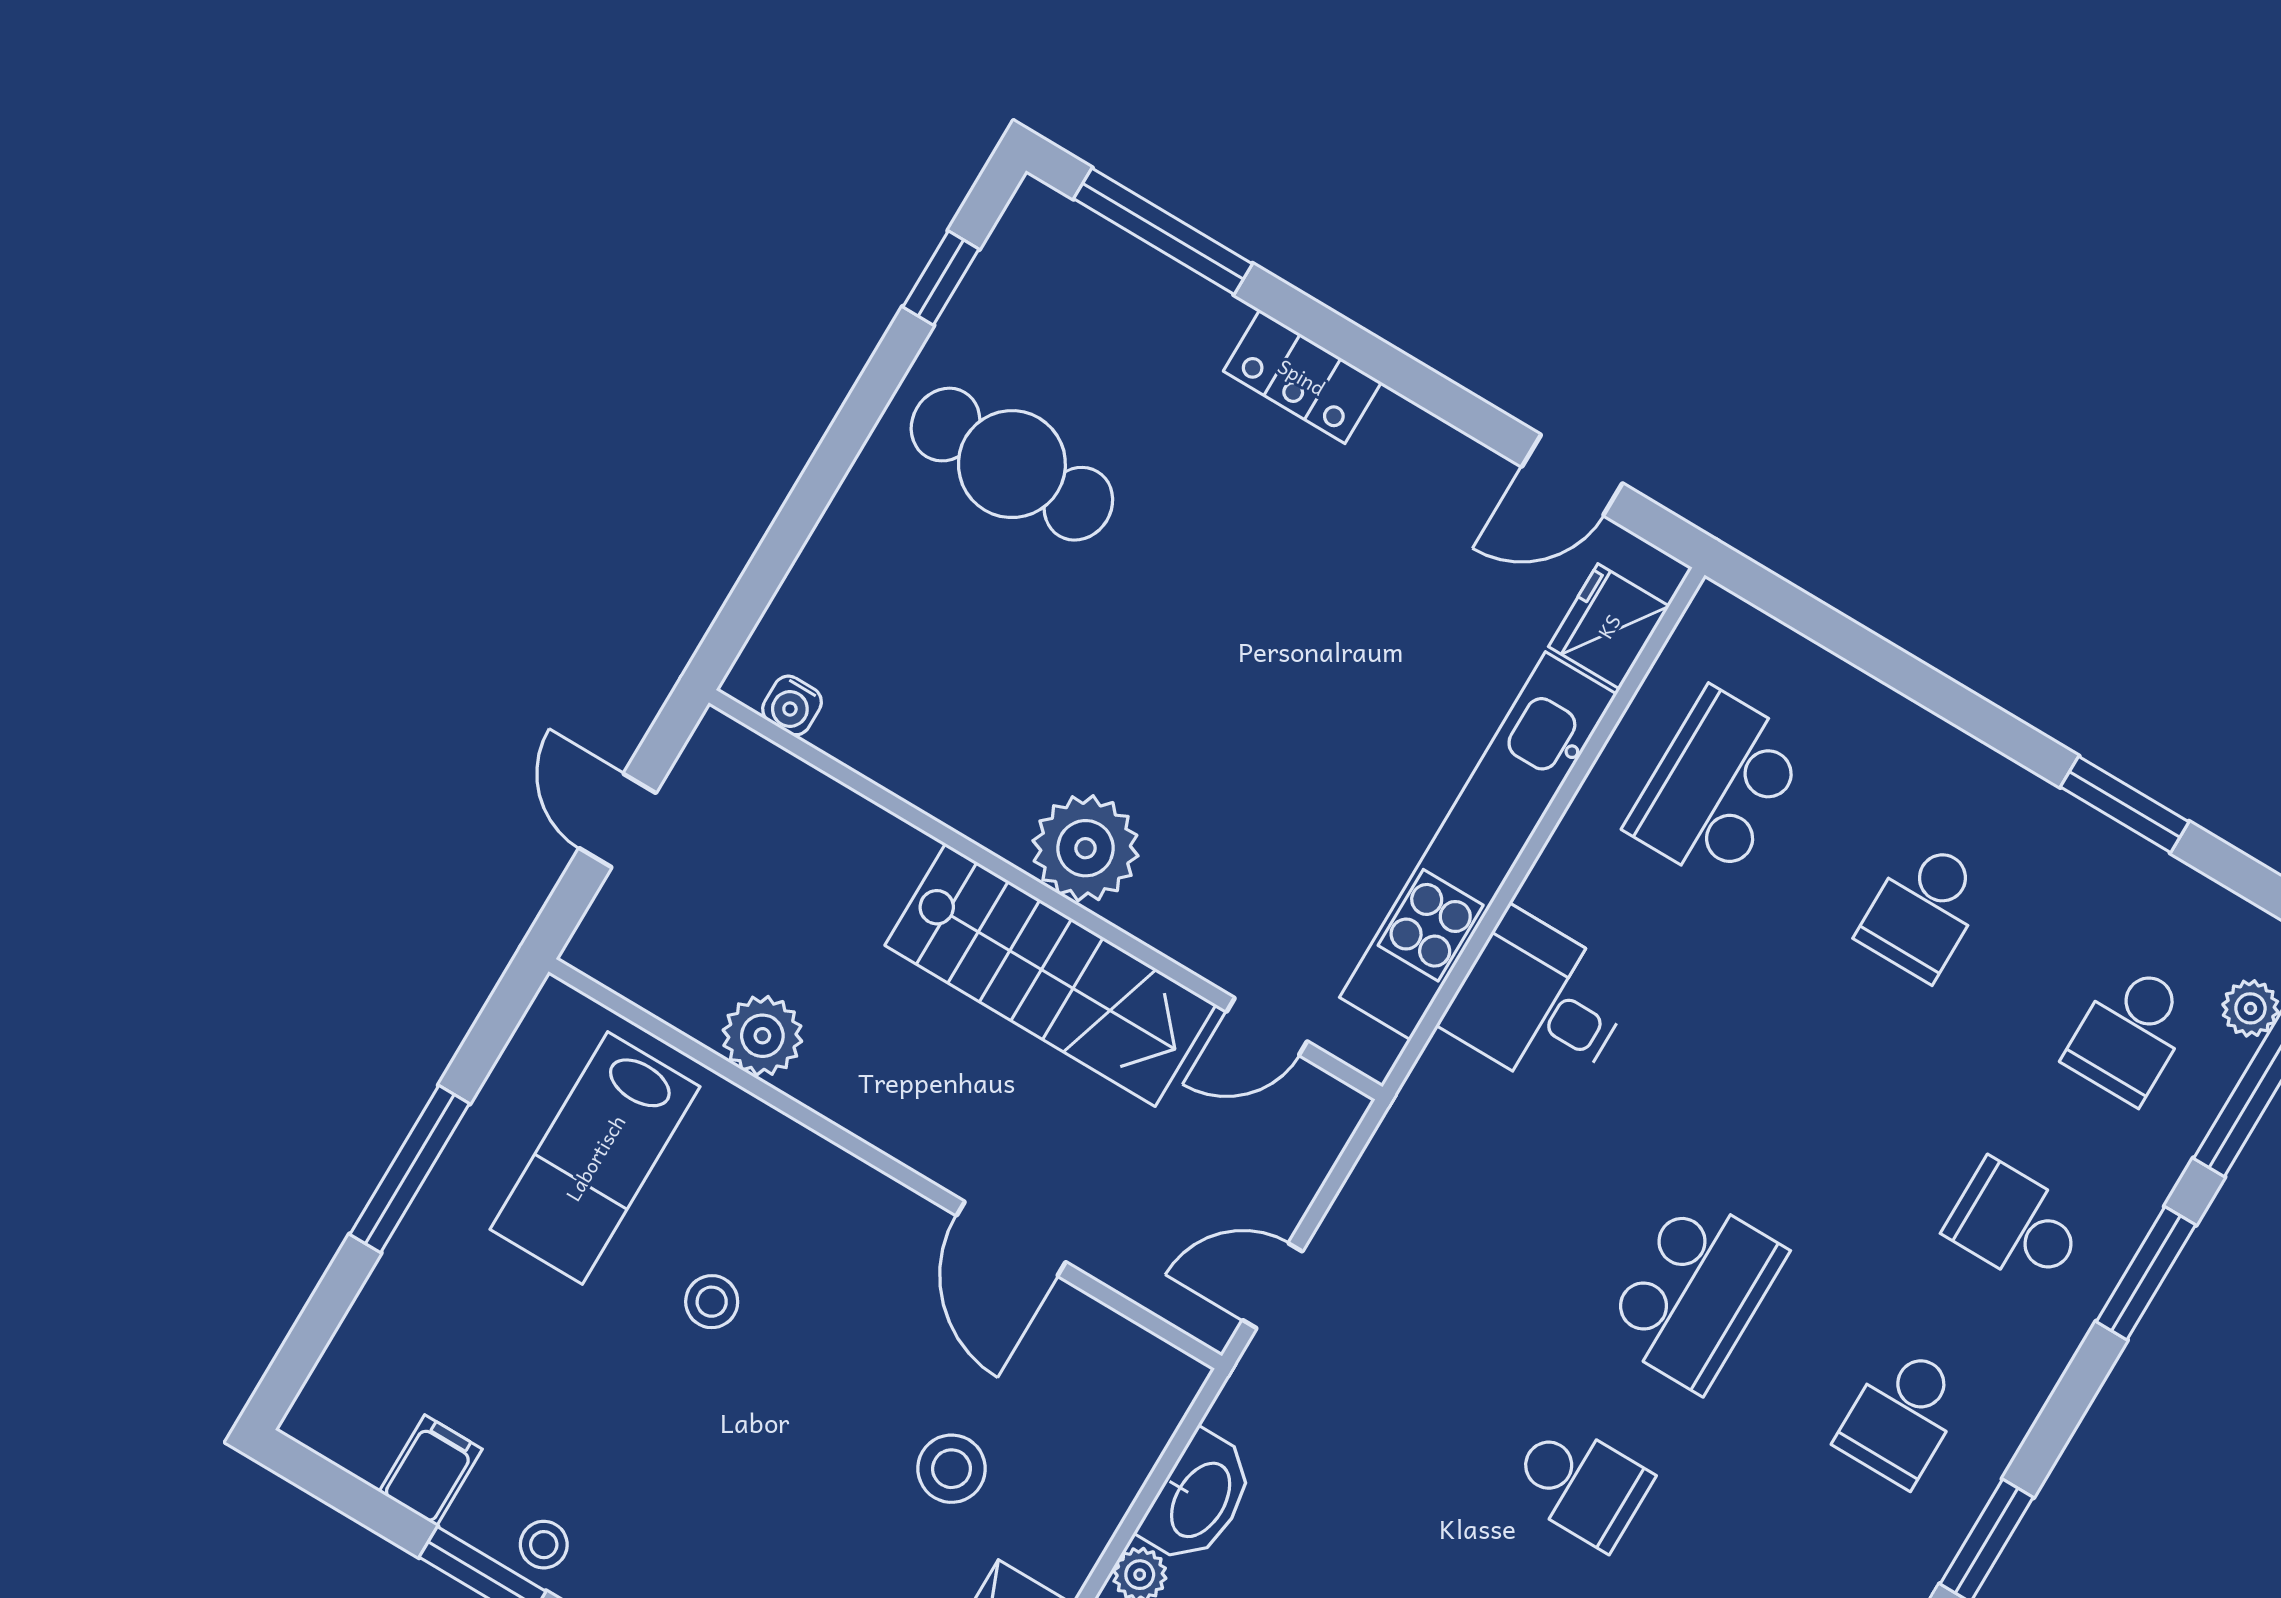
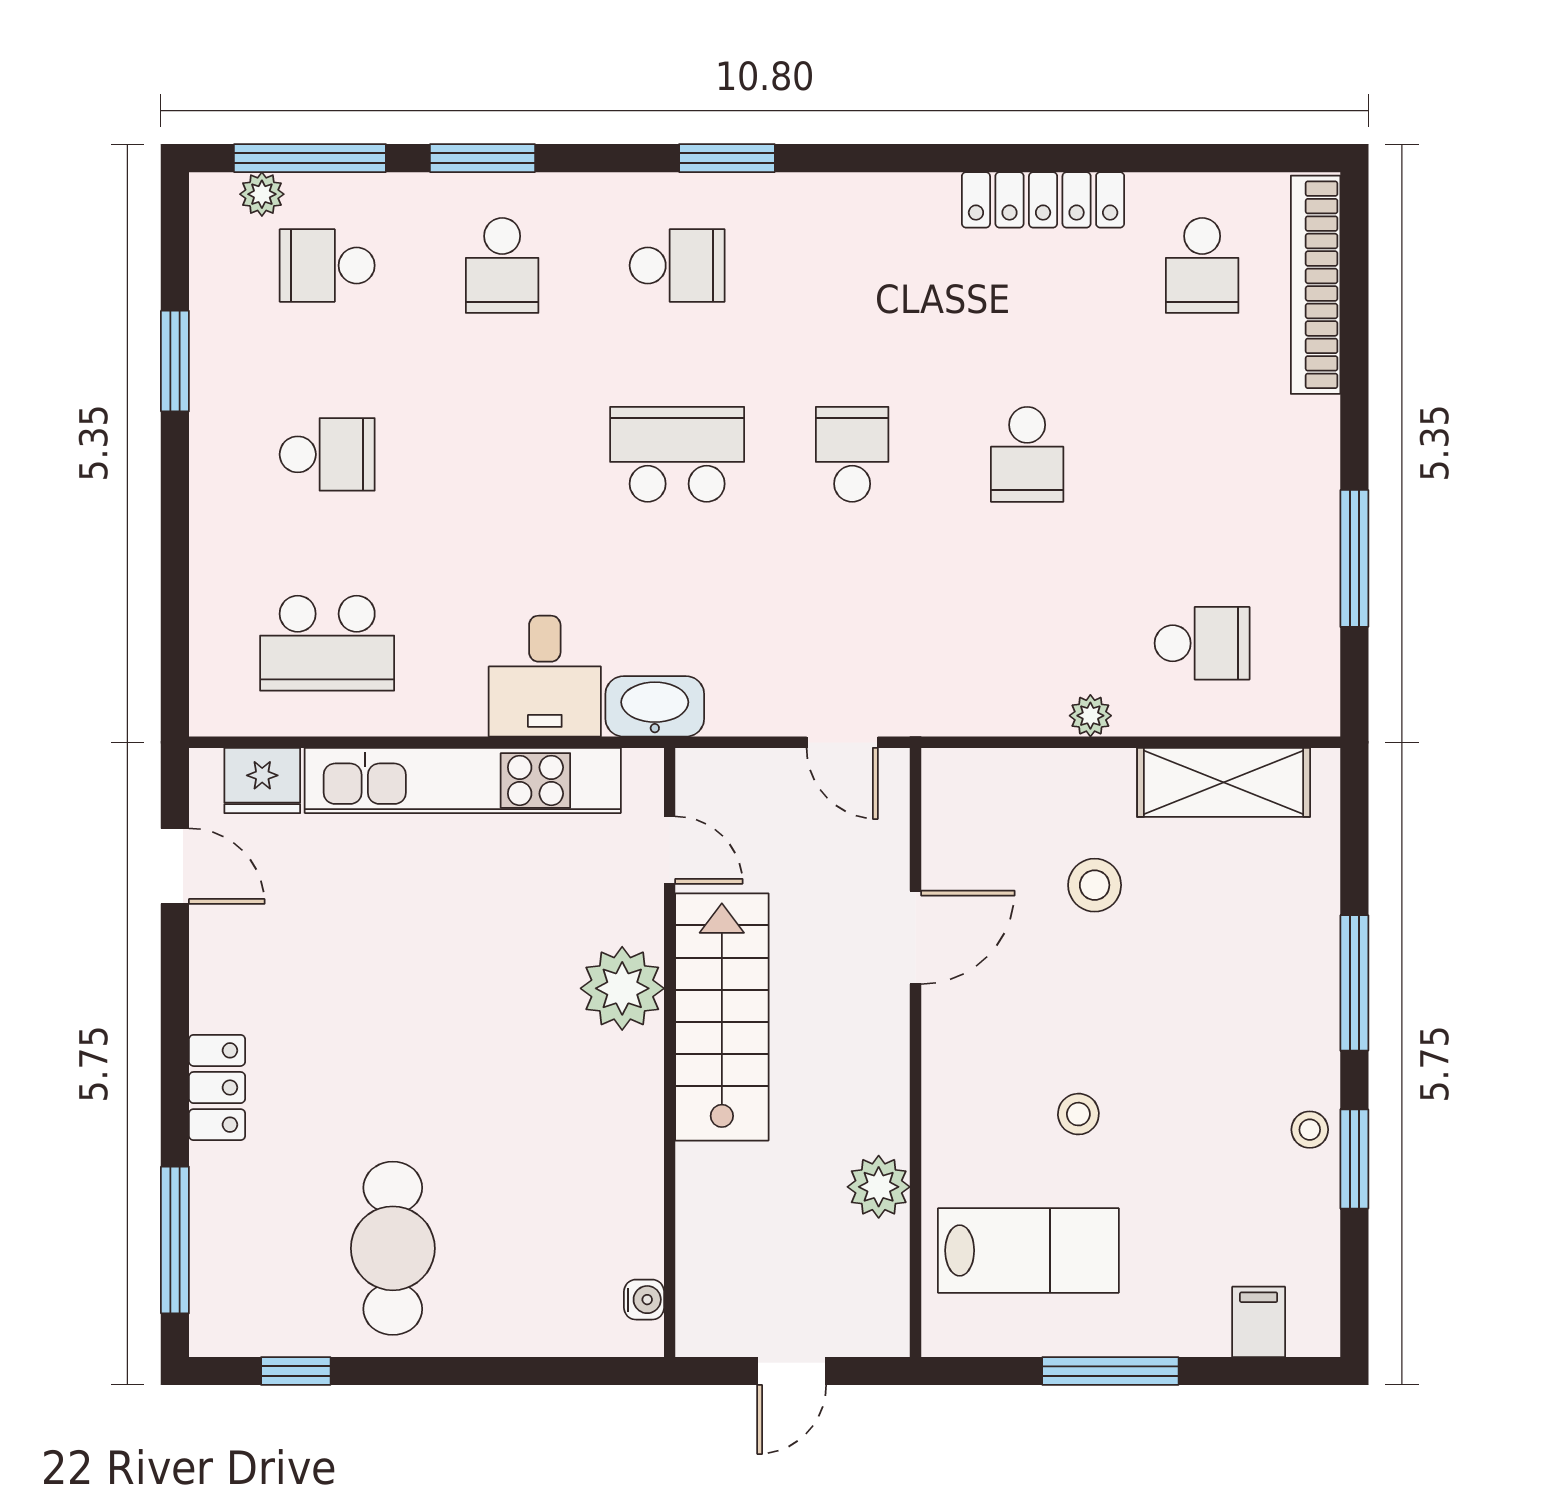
plant: (1086, 848) -> (622, 988), moved
school desk: (2130, 1033) -> (327, 265), turned 180
filing cabinet: (431, 1470) -> (1259, 1322), moved, turned 90
washbasin: (1199, 1499) -> (655, 706), moved

